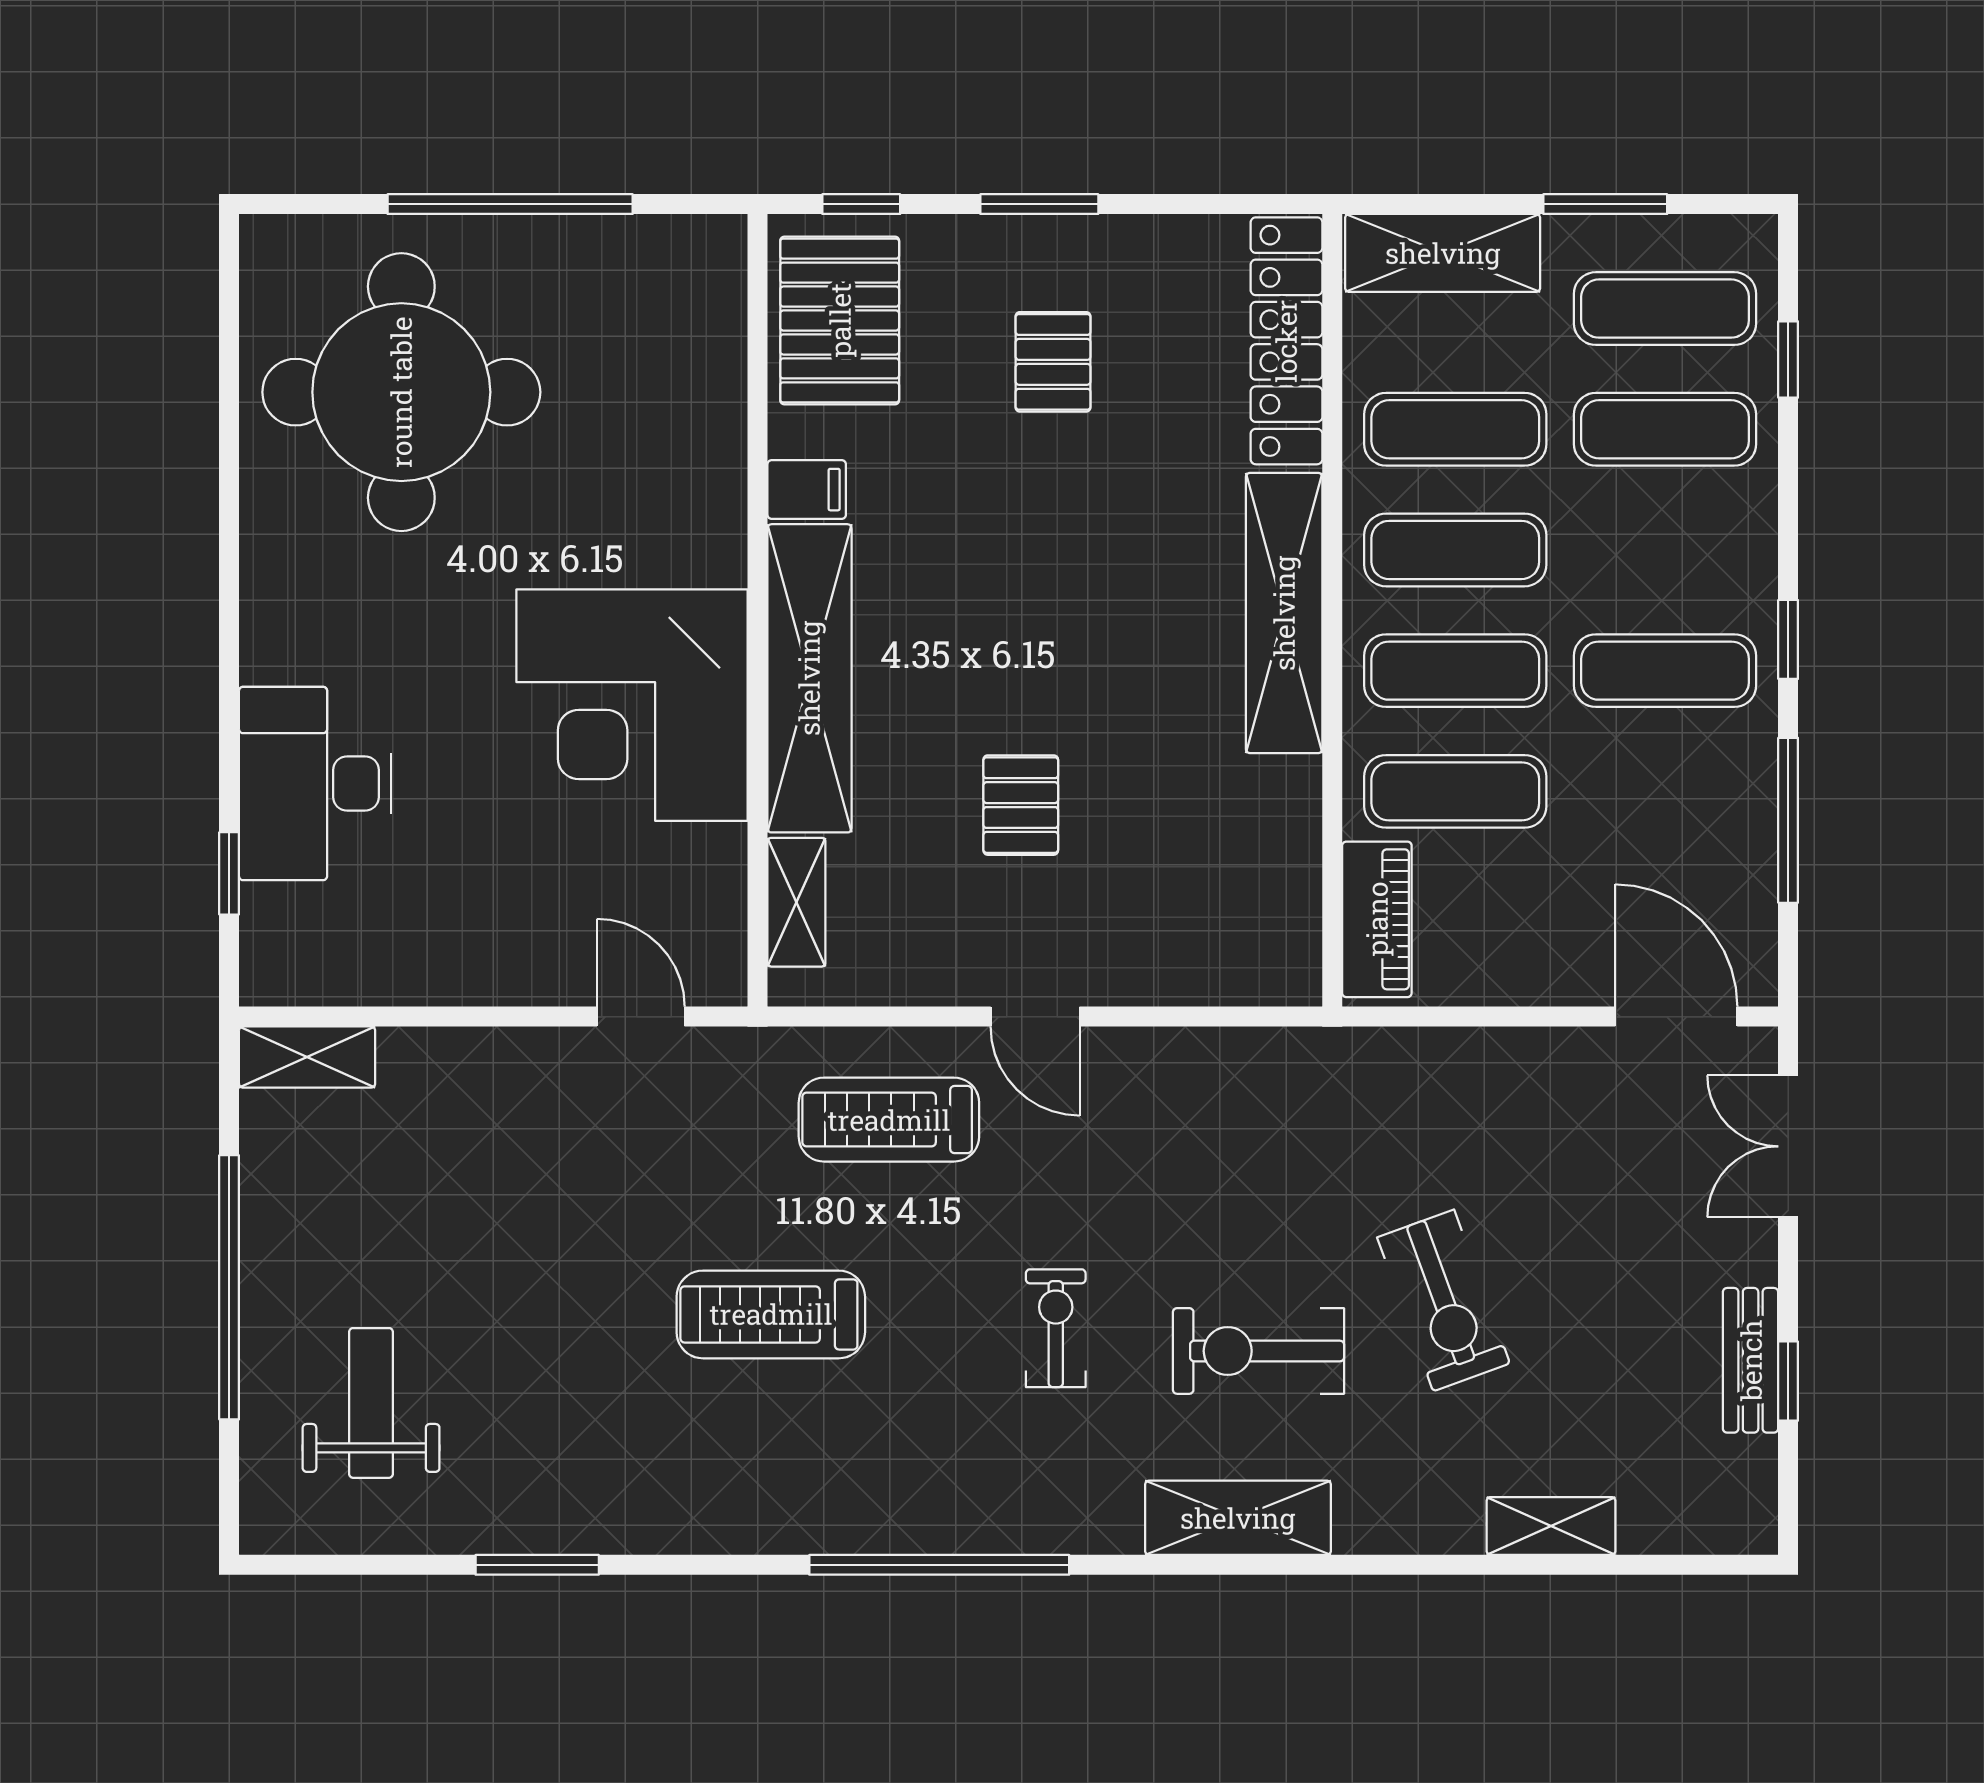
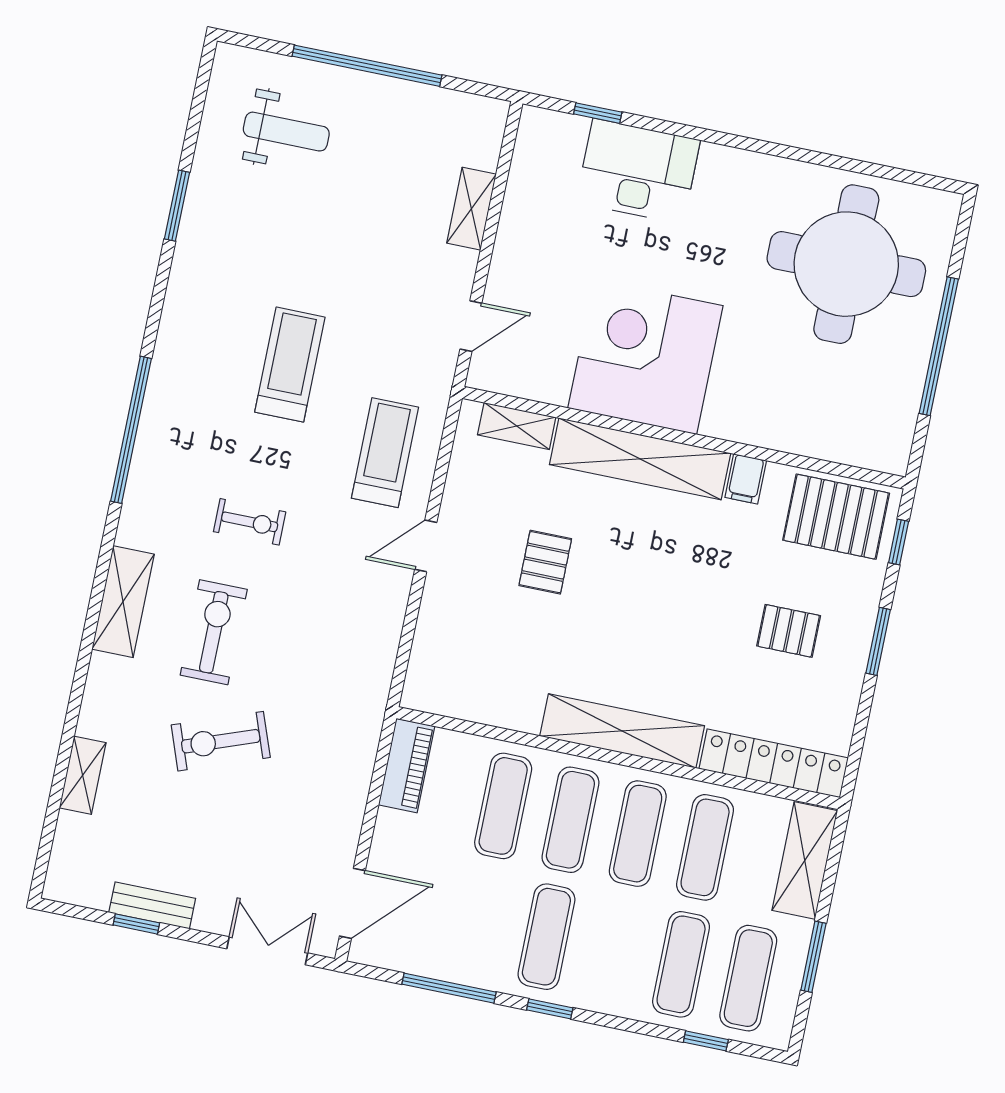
pallet: (1021, 805) -> (545, 562), turned 90
piano: (1377, 919) -> (407, 766), moved, turned -90
shelving: (307, 1057) -> (471, 209), moved

